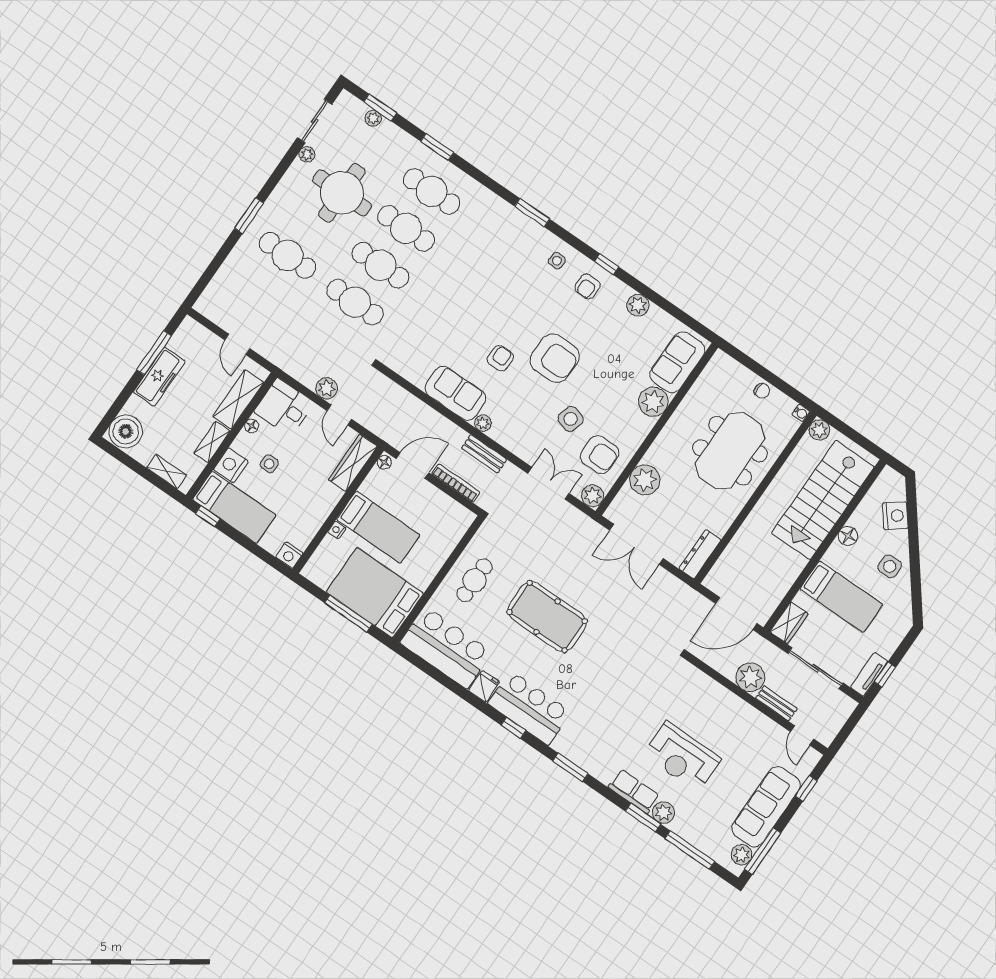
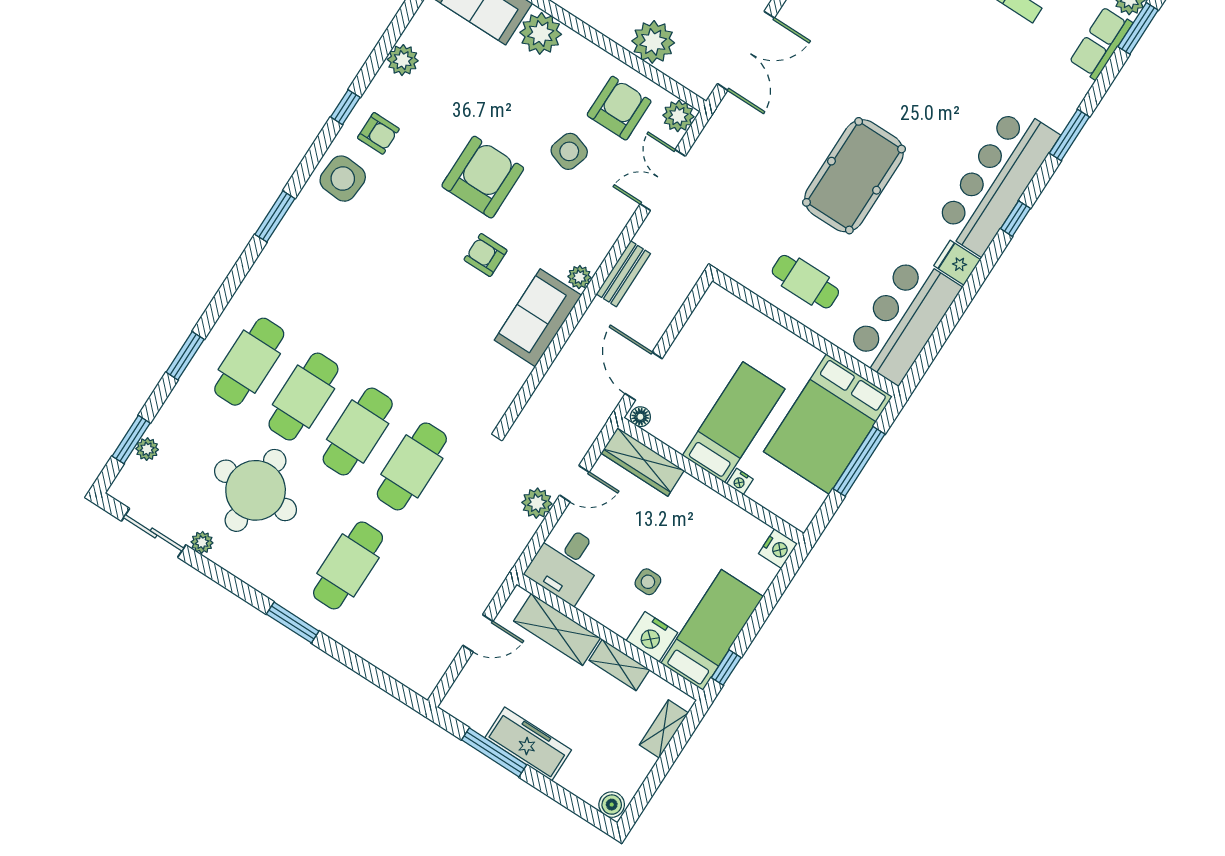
side table: (557, 261) -> (343, 179), width x1.87, depth x1.87
floor lamp: (252, 426) -> (594, 609), removed
boiler: (126, 431) -> (612, 805), width x0.54, depth x0.54
bookcase: (456, 483) -> (667, 313), removed
bar counter: (529, 708) -> (996, 180), width x1.36

